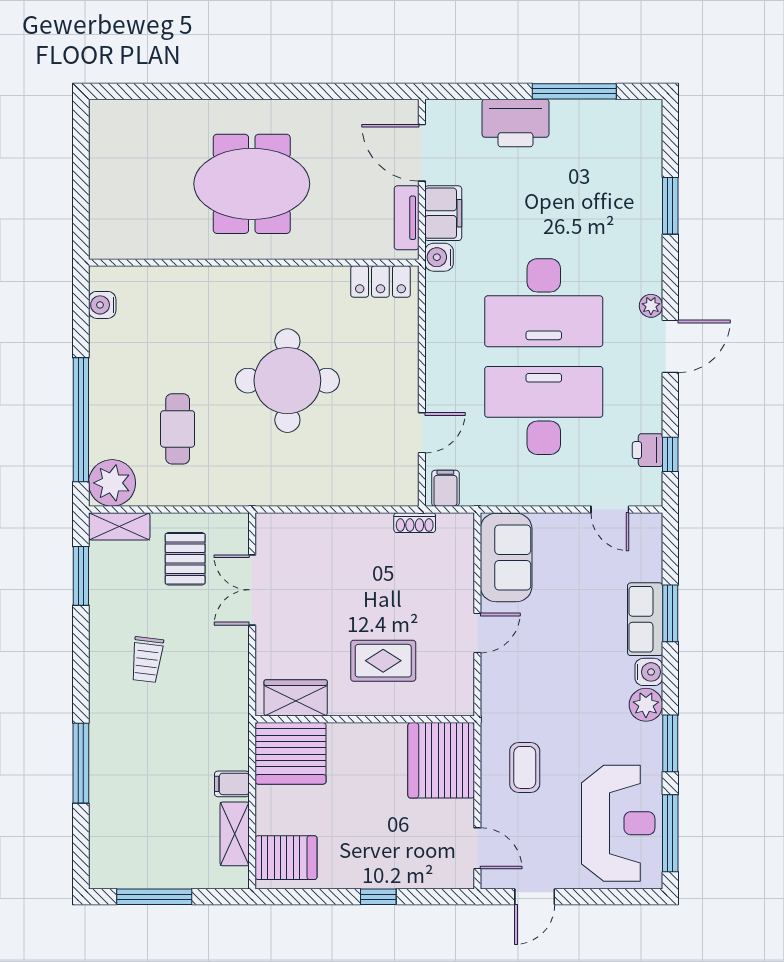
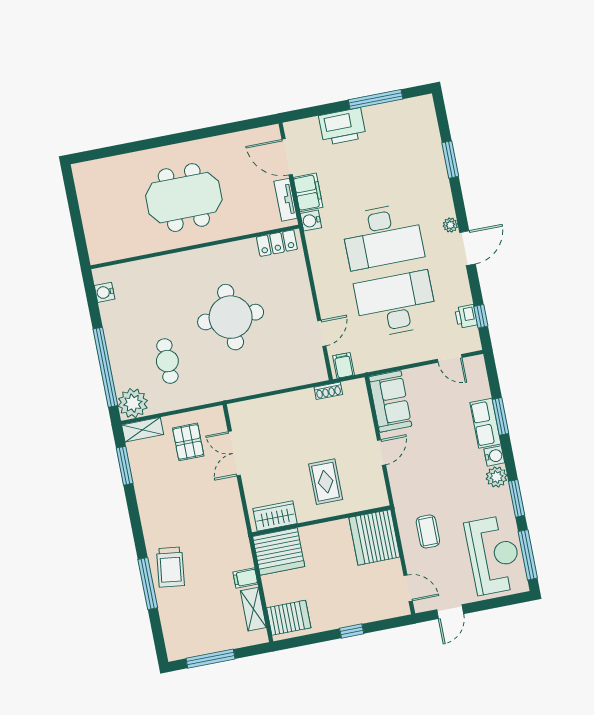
trolley: (147, 660) -> (170, 567), moved, width x1.36, depth x1.39
rug: (383, 661) -> (326, 482), turned 90

